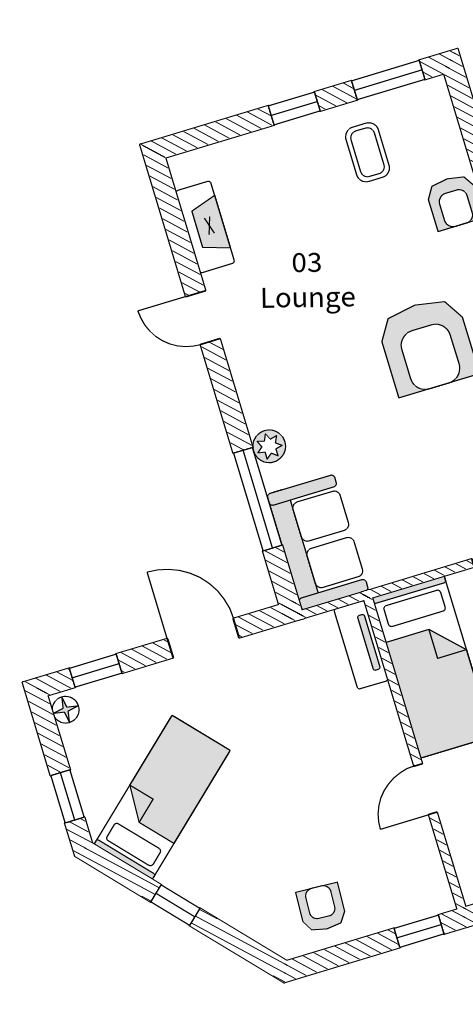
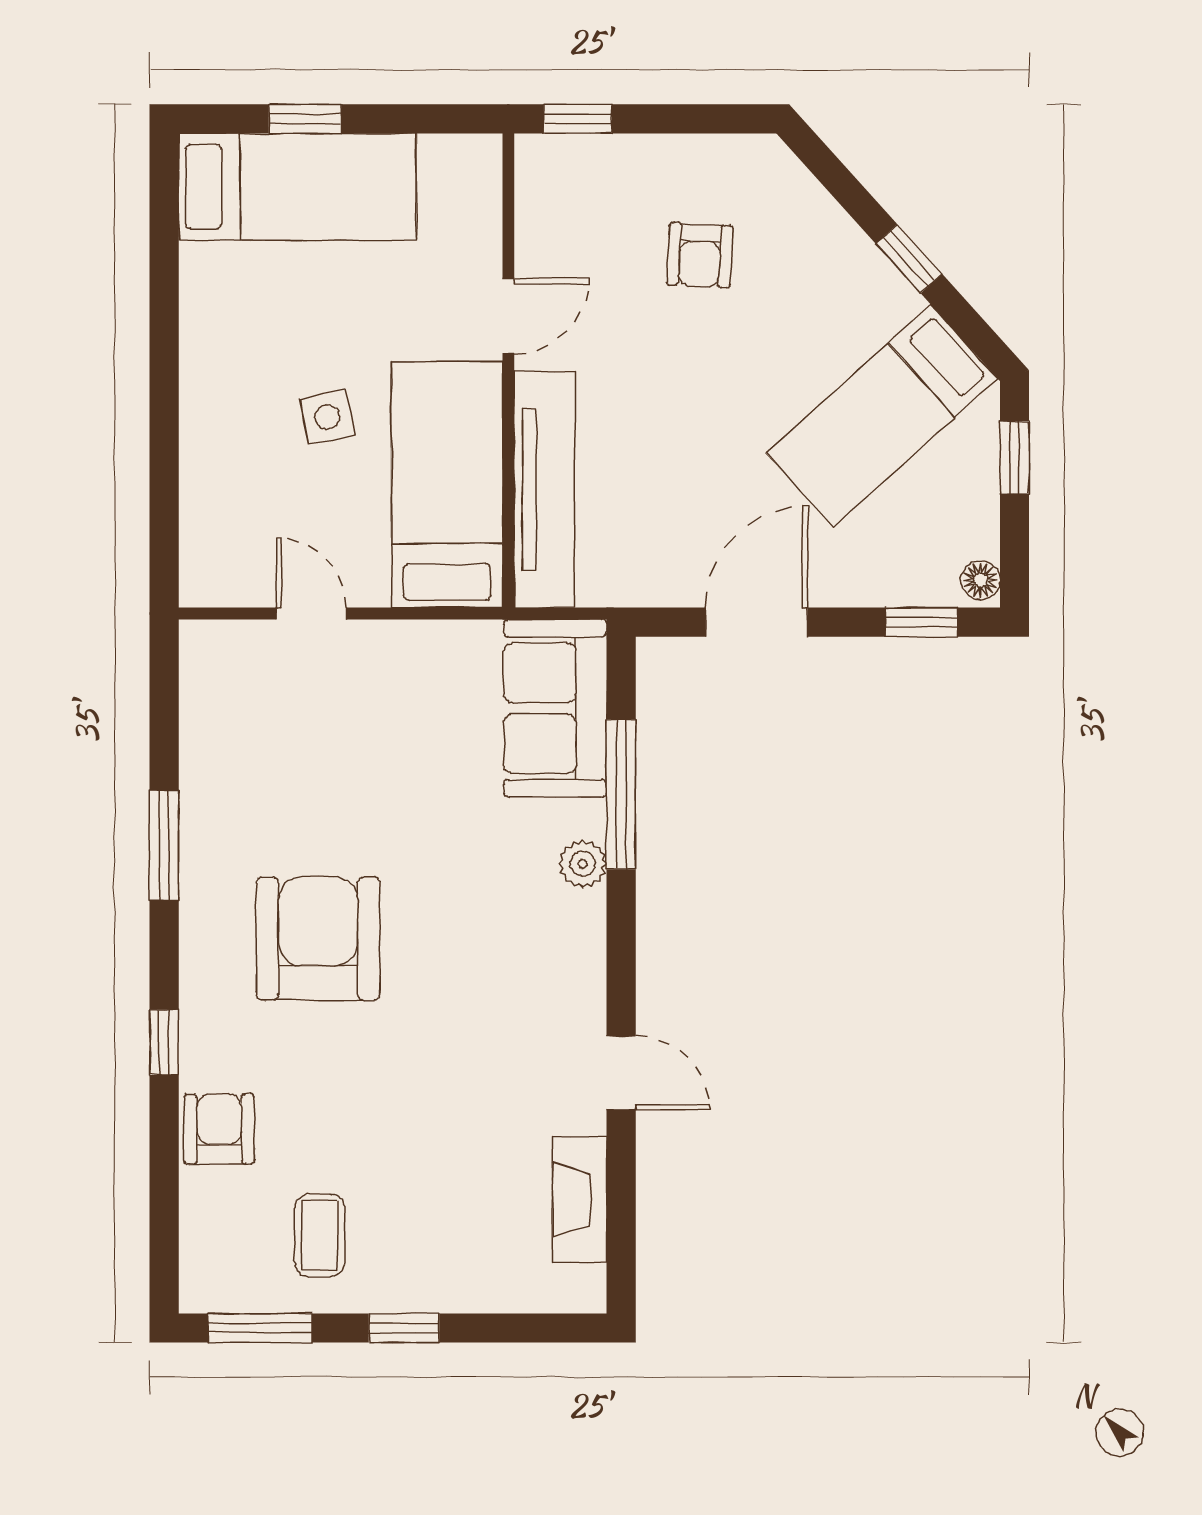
door: (203, 638) -> (757, 622), swing flipped
tv unit: (361, 645) -> (544, 489), width x1.92, depth x1.29
armchair: (322, 908) -> (700, 255), moved

